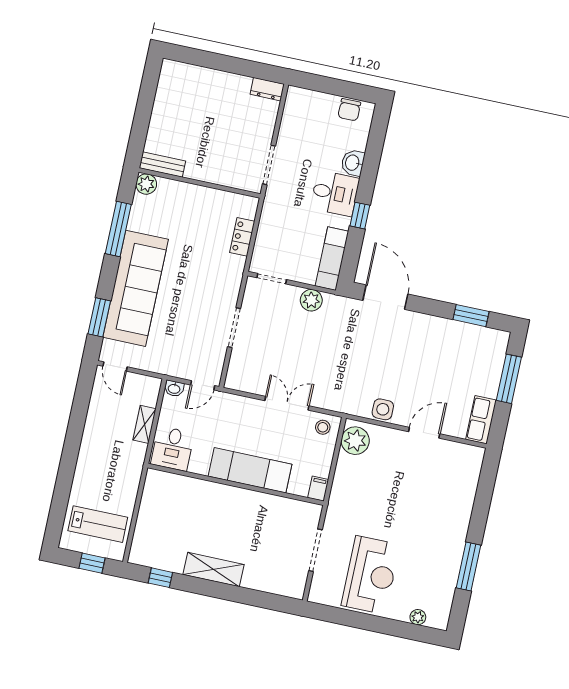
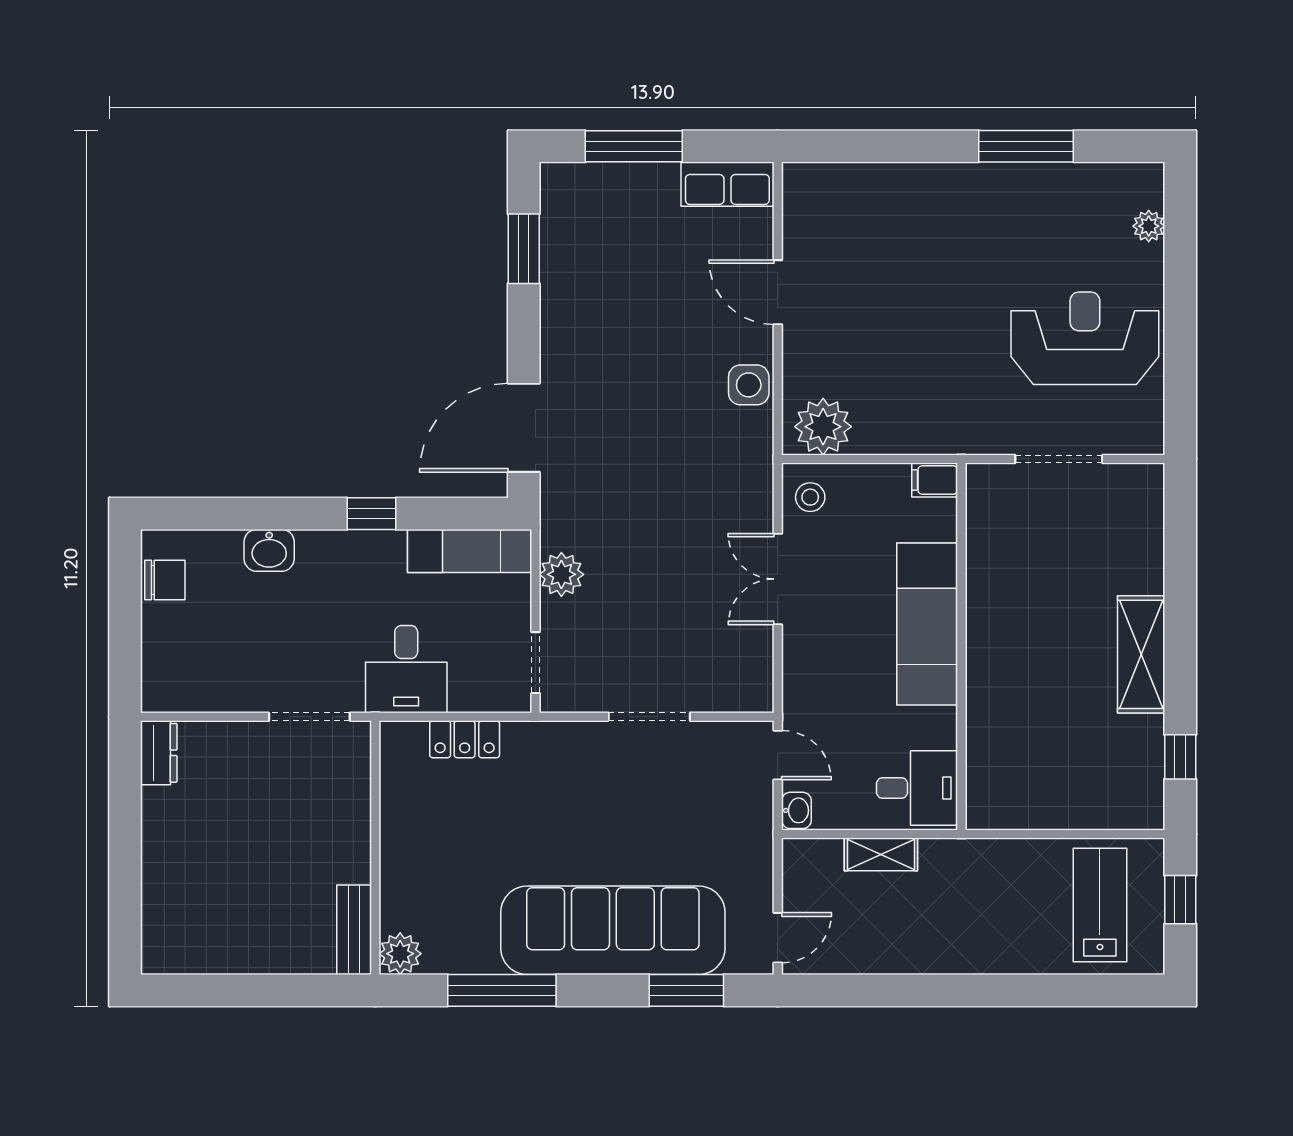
desk: (335, 193) -> (406, 669), moved, turned 180

